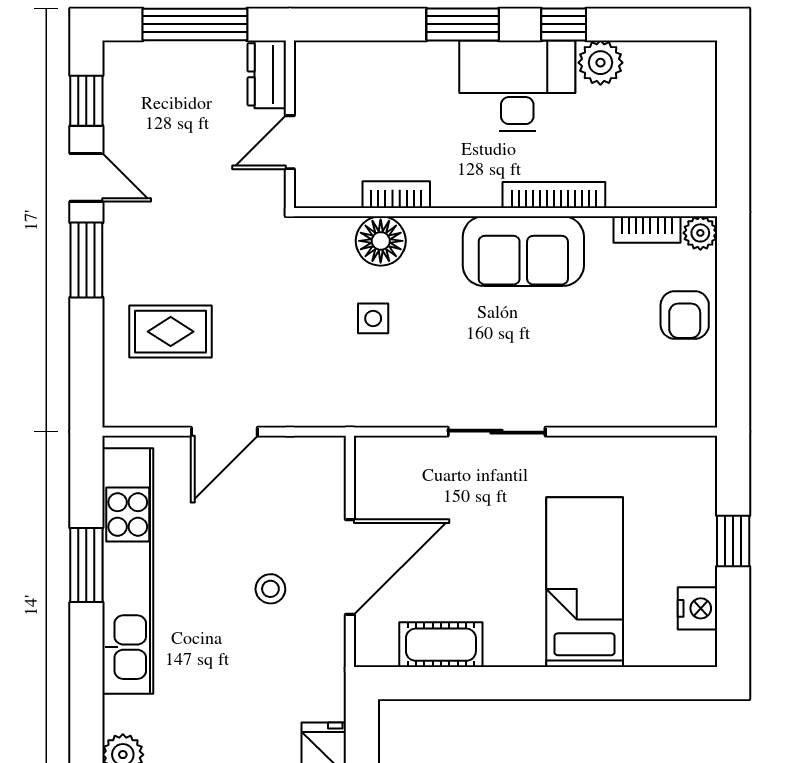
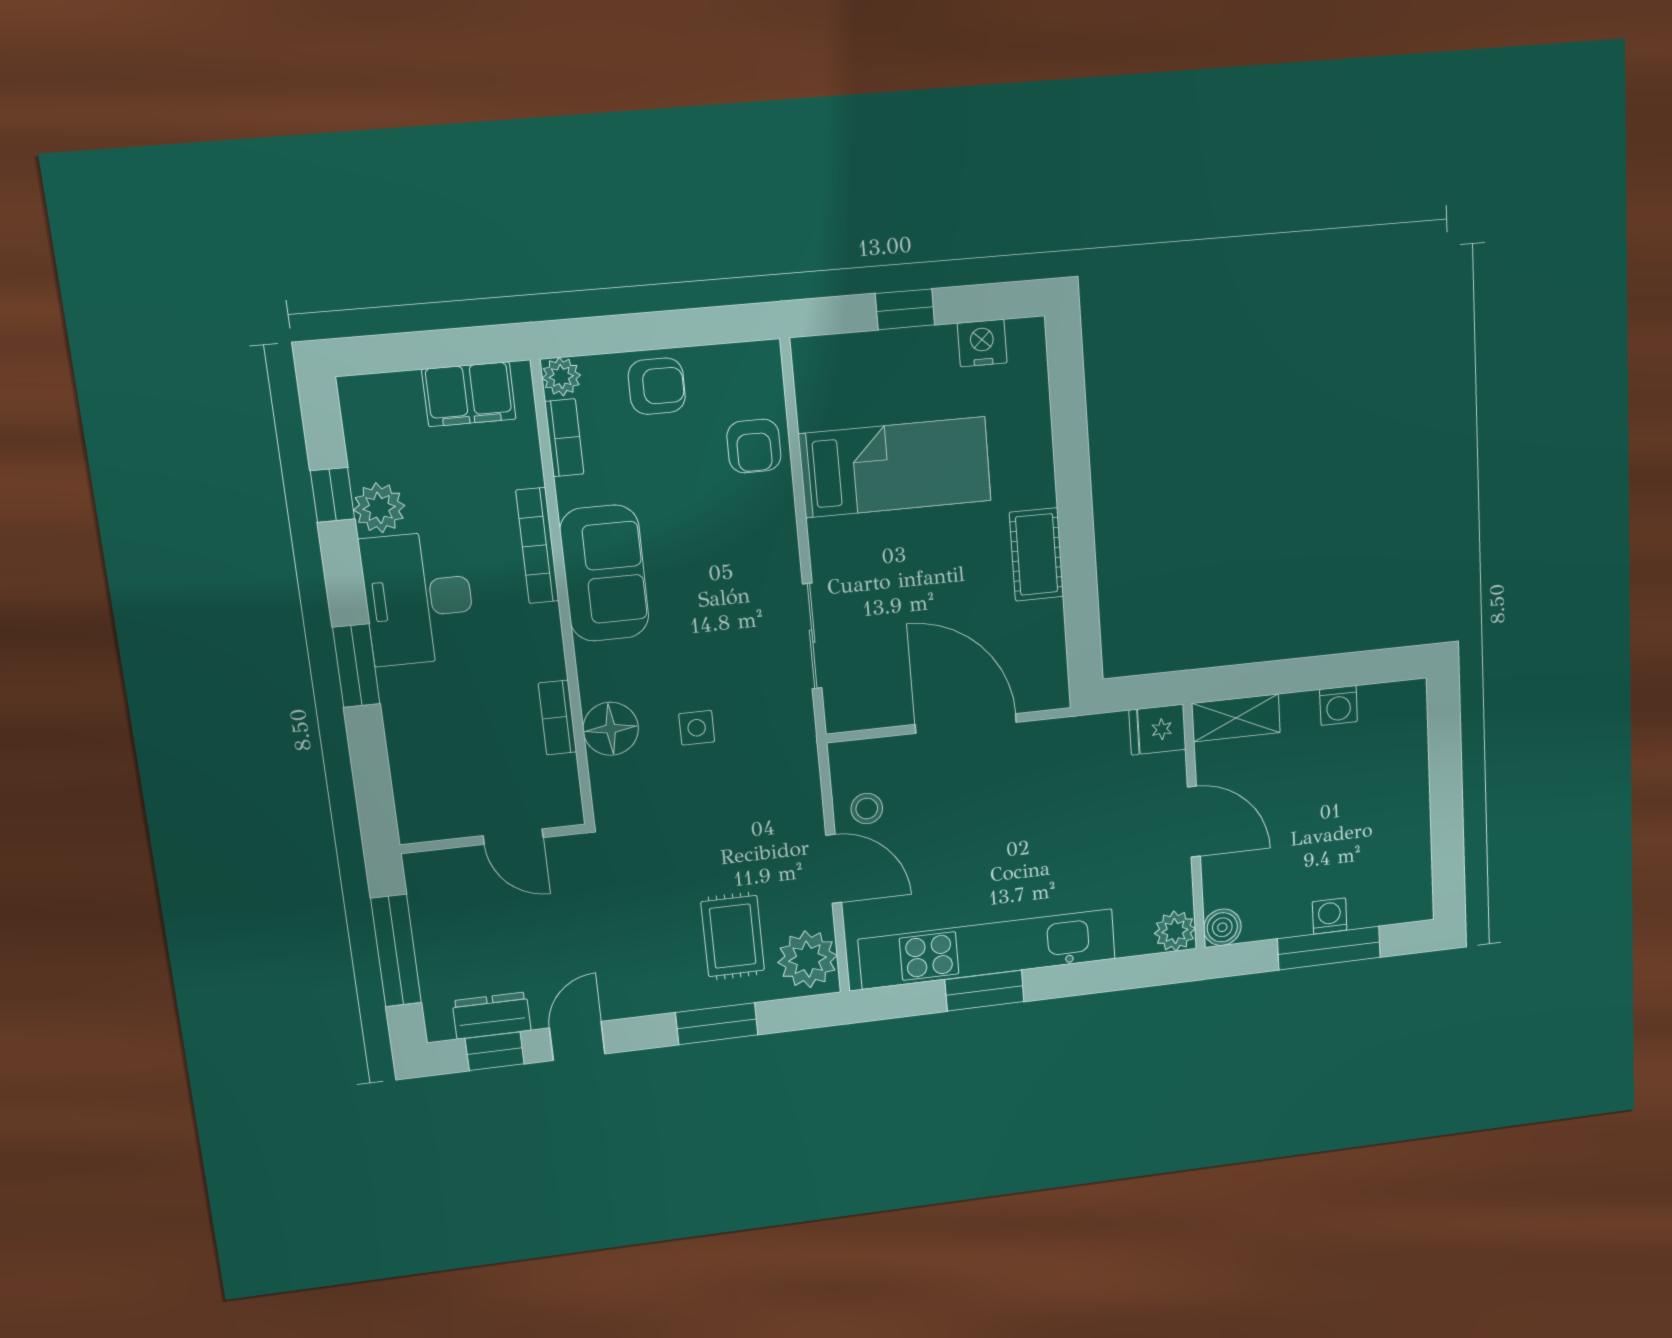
window: (564, 24) -> (333, 495), moved
dresser: (267, 74) -> (492, 1016), moved, turned 180
filing cabinet: (692, 152) -> (469, 394), added
window: (86, 260) -> (717, 1024), moved
armchair: (624, 395) -> (754, 446), added
plant: (139, 399) -> (808, 959), added
sliding door: (497, 432) -> (812, 636), moved
bed: (585, 582) -> (895, 467), moved, turned 180
stool: (270, 589) -> (867, 809), moved
cot: (441, 645) -> (1037, 554), moved

